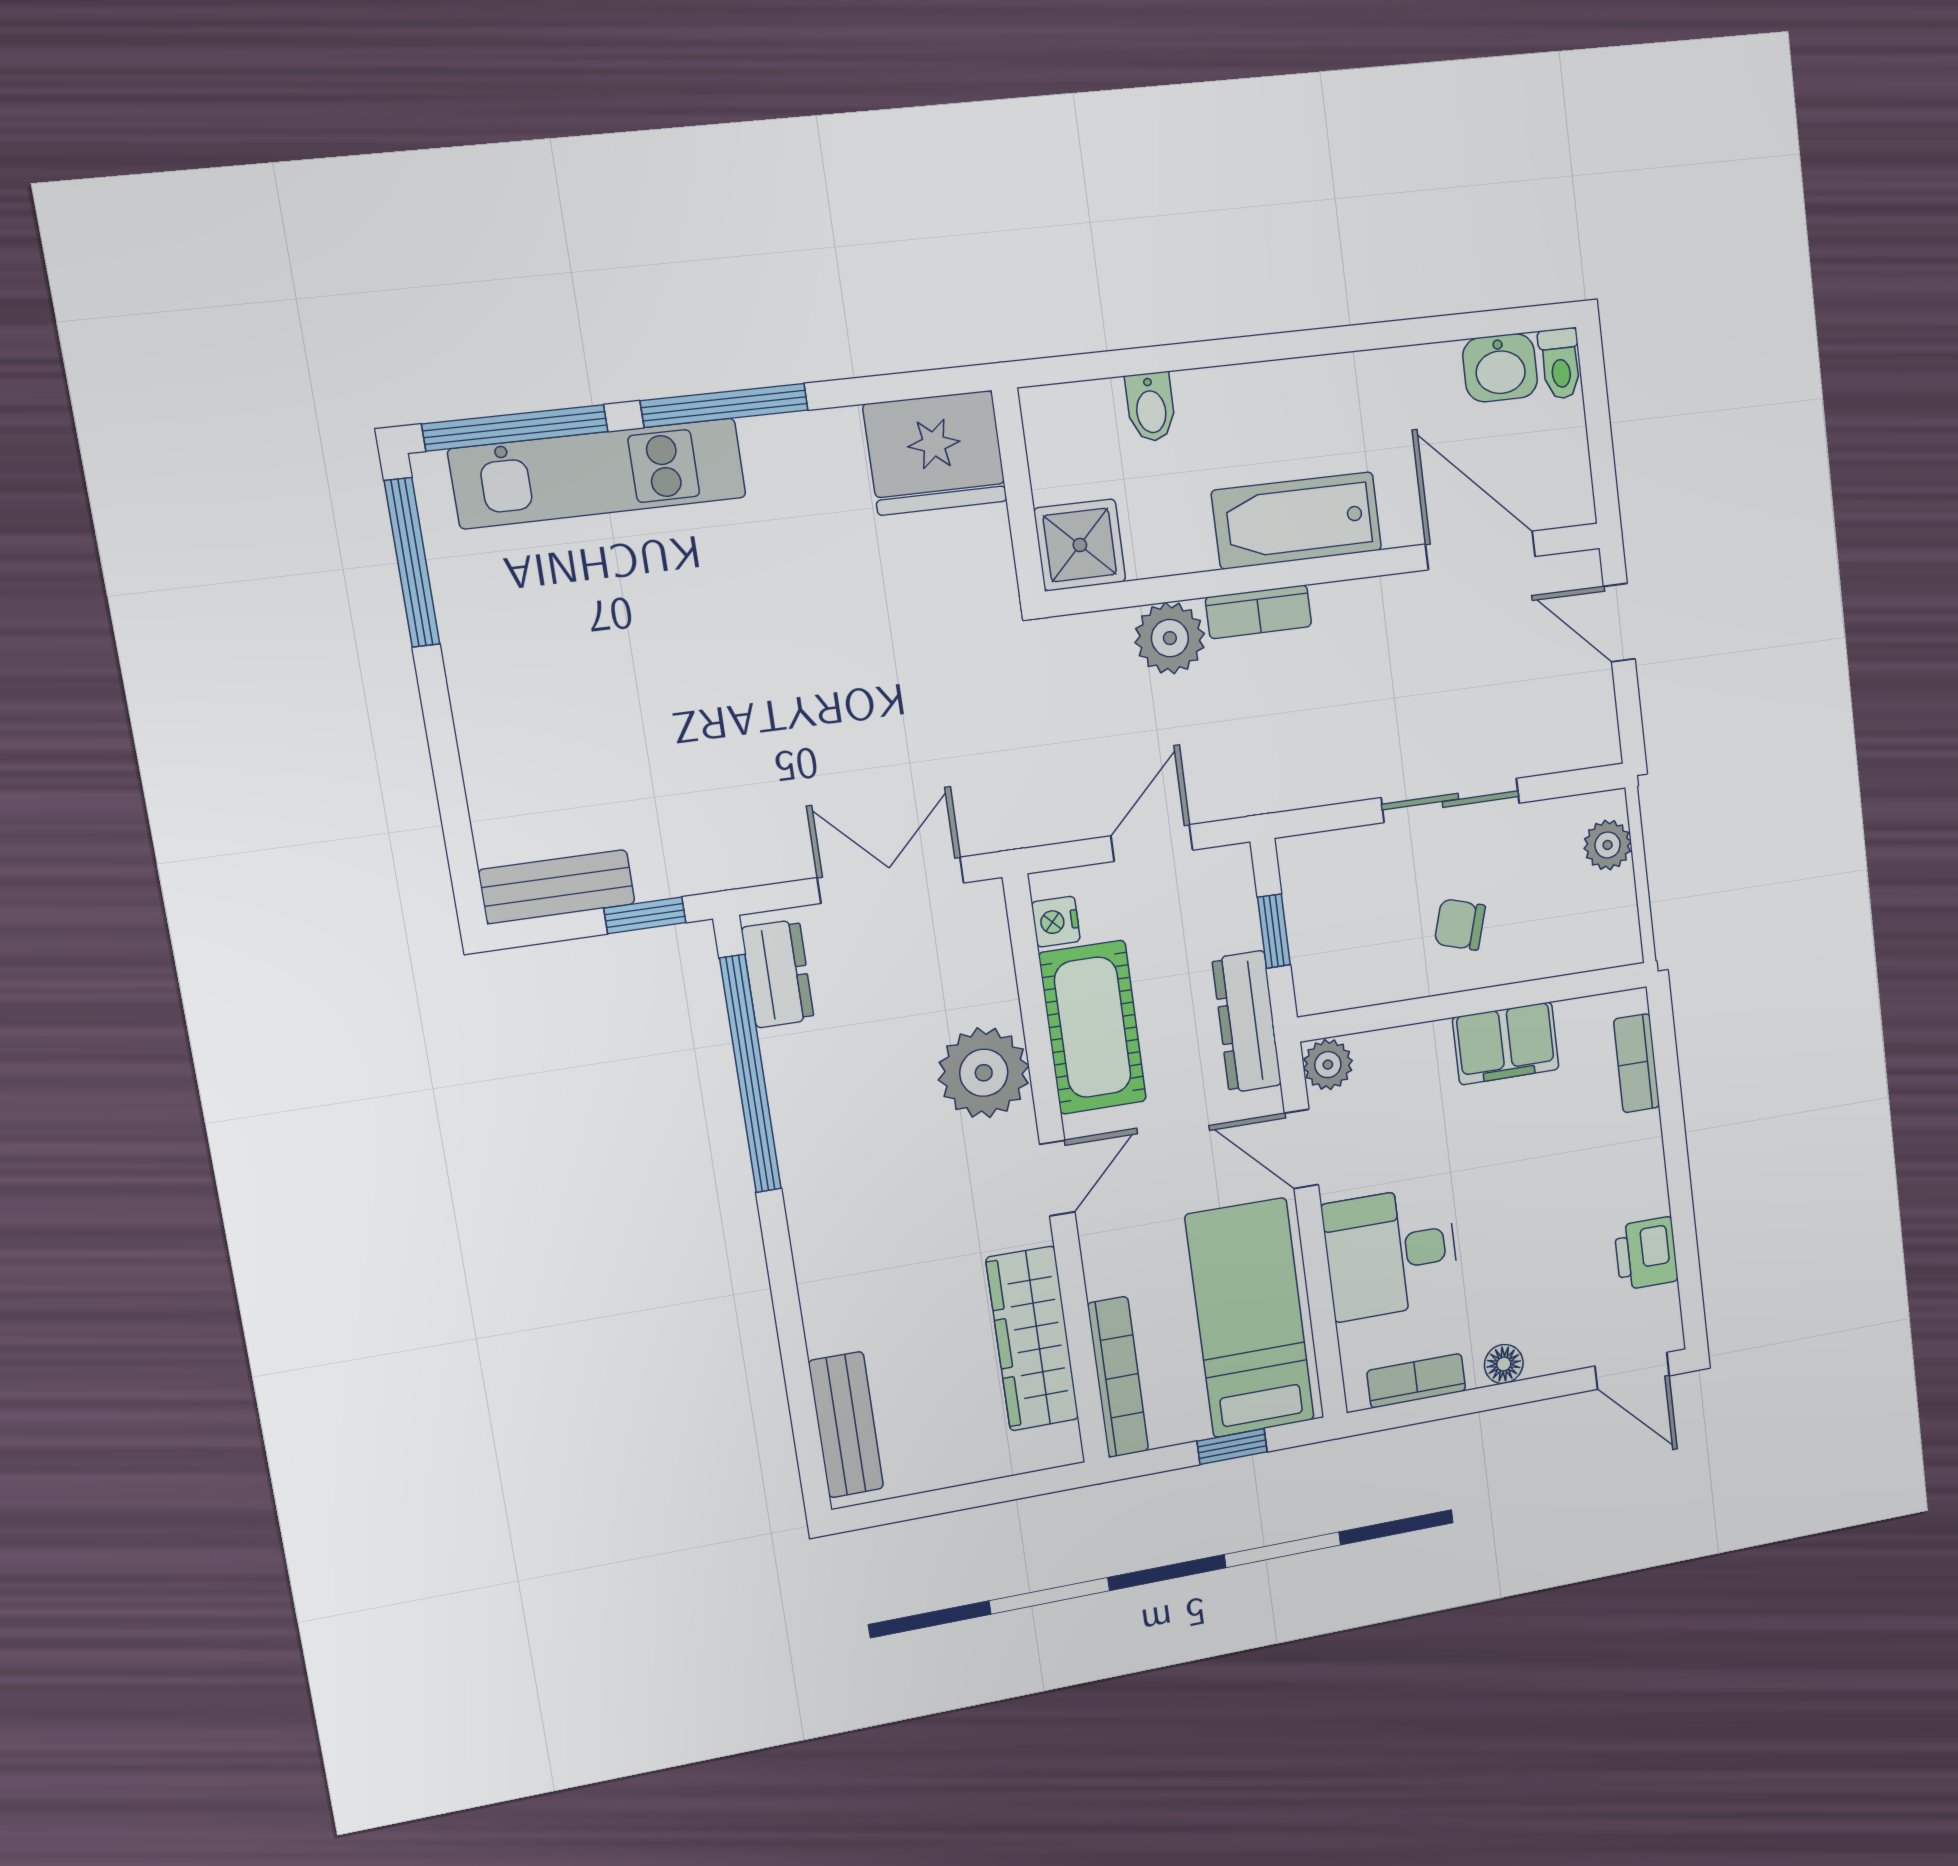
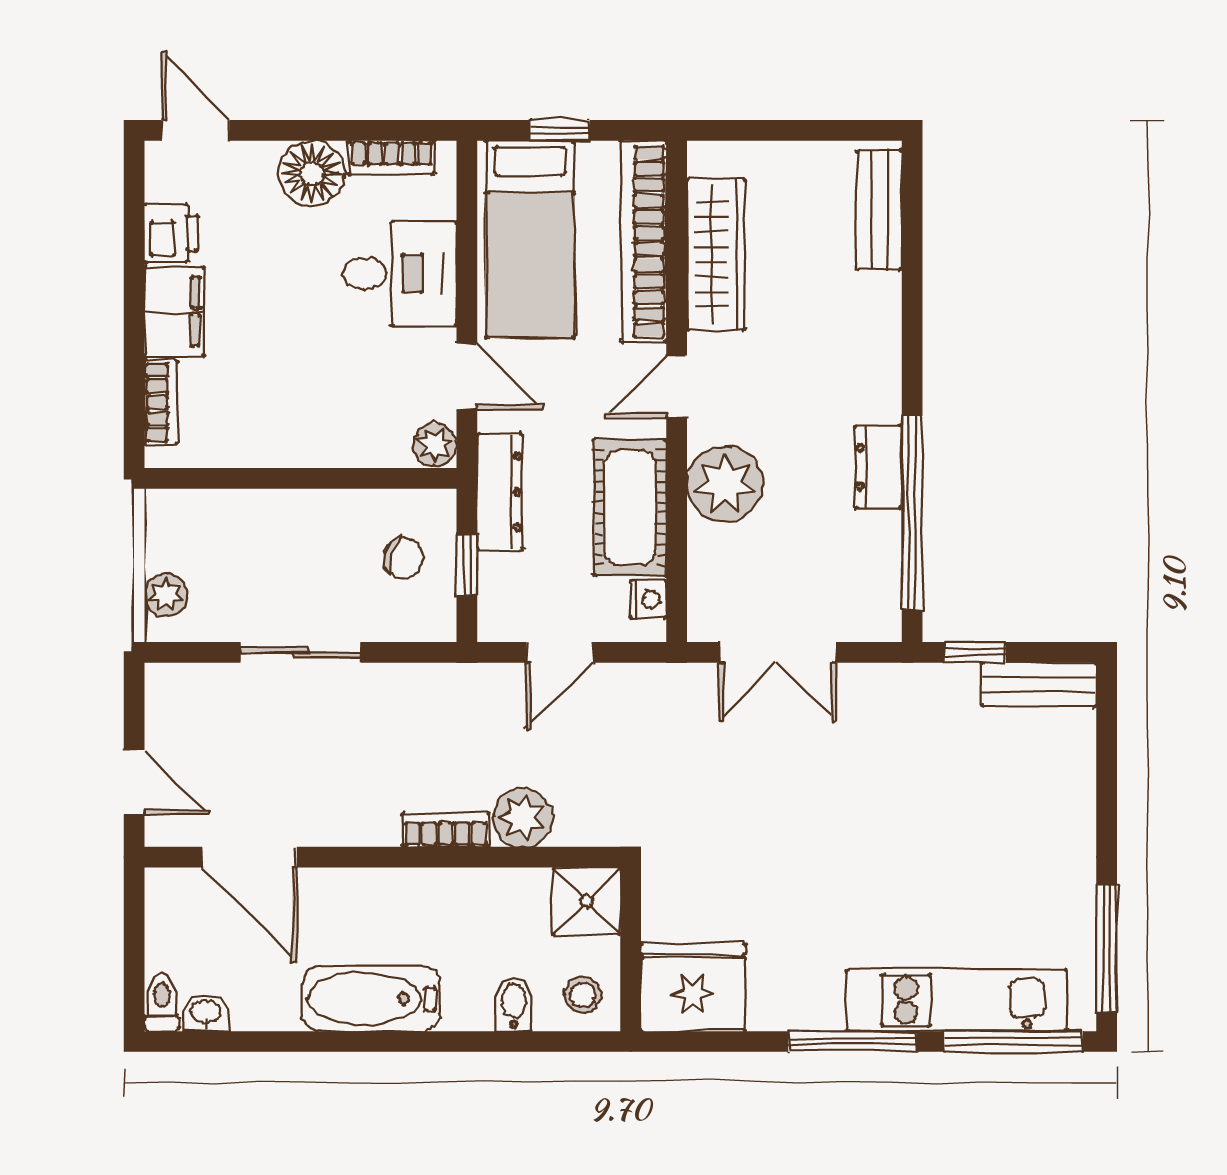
washbasin: (1500, 368) -> (206, 1013), width x0.72, depth x0.69
stool: (1069, 428) -> (583, 995), added
bathtub: (1297, 520) -> (371, 999), moved, turned 180
chair: (1460, 925) -> (404, 558), moved
dresser: (778, 974) -> (879, 467), moved
filing cabinet: (1506, 1043) -> (174, 312), moved, turned 90
floor lamp: (1504, 1364) -> (312, 173), width x1.89, depth x1.89
bookcase: (1118, 1377) -> (644, 241), width x1.48, depth x1.31

